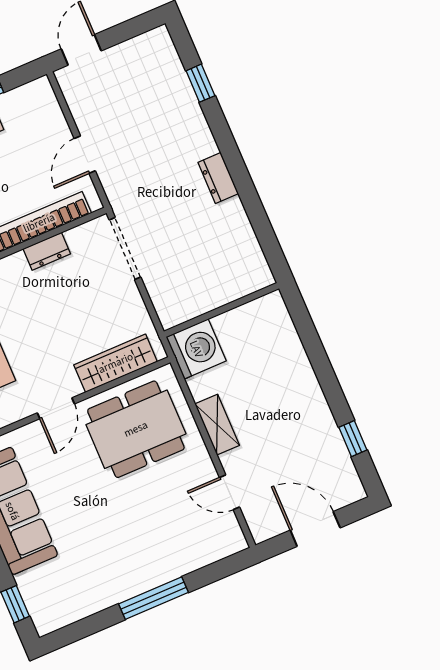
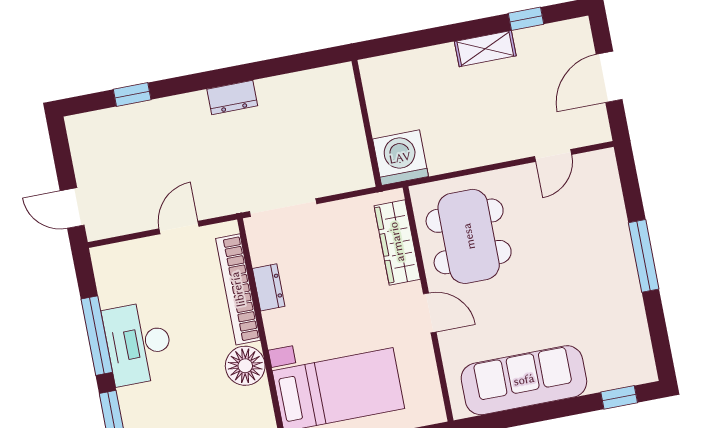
door: (85, 155) -> (179, 228), swing flipped
shelving: (217, 425) -> (485, 49), moved

